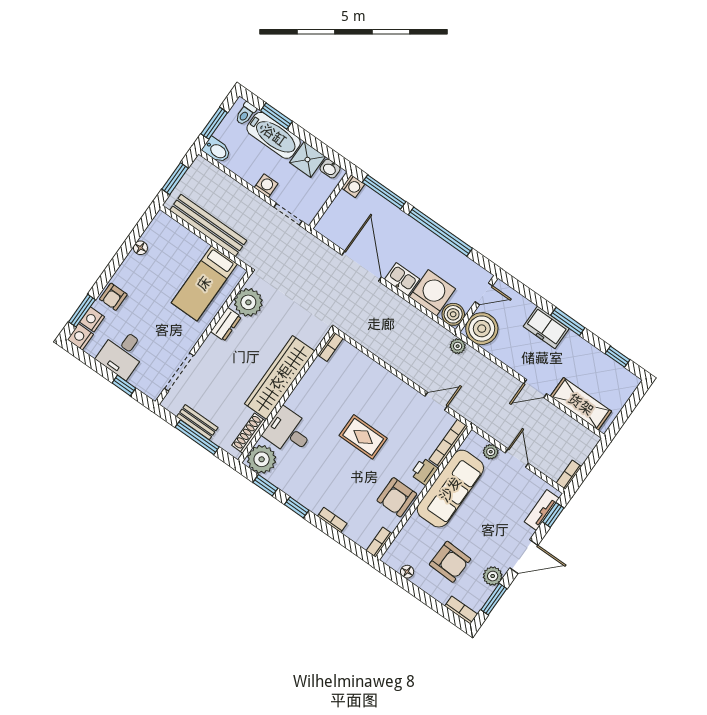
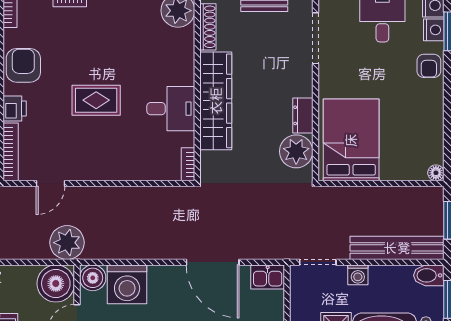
bench: (208, 225) -> (397, 248), moved
floor lamp: (140, 248) -> (436, 173), moved
kitchen sink: (402, 279) -> (268, 277), moved
bed: (204, 283) -> (351, 140), width x1.50
armchair: (113, 297) -> (429, 66), turned 180
plant: (458, 346) -> (67, 243), width x1.88, depth x1.88
desk: (288, 432) -> (171, 109), moved

